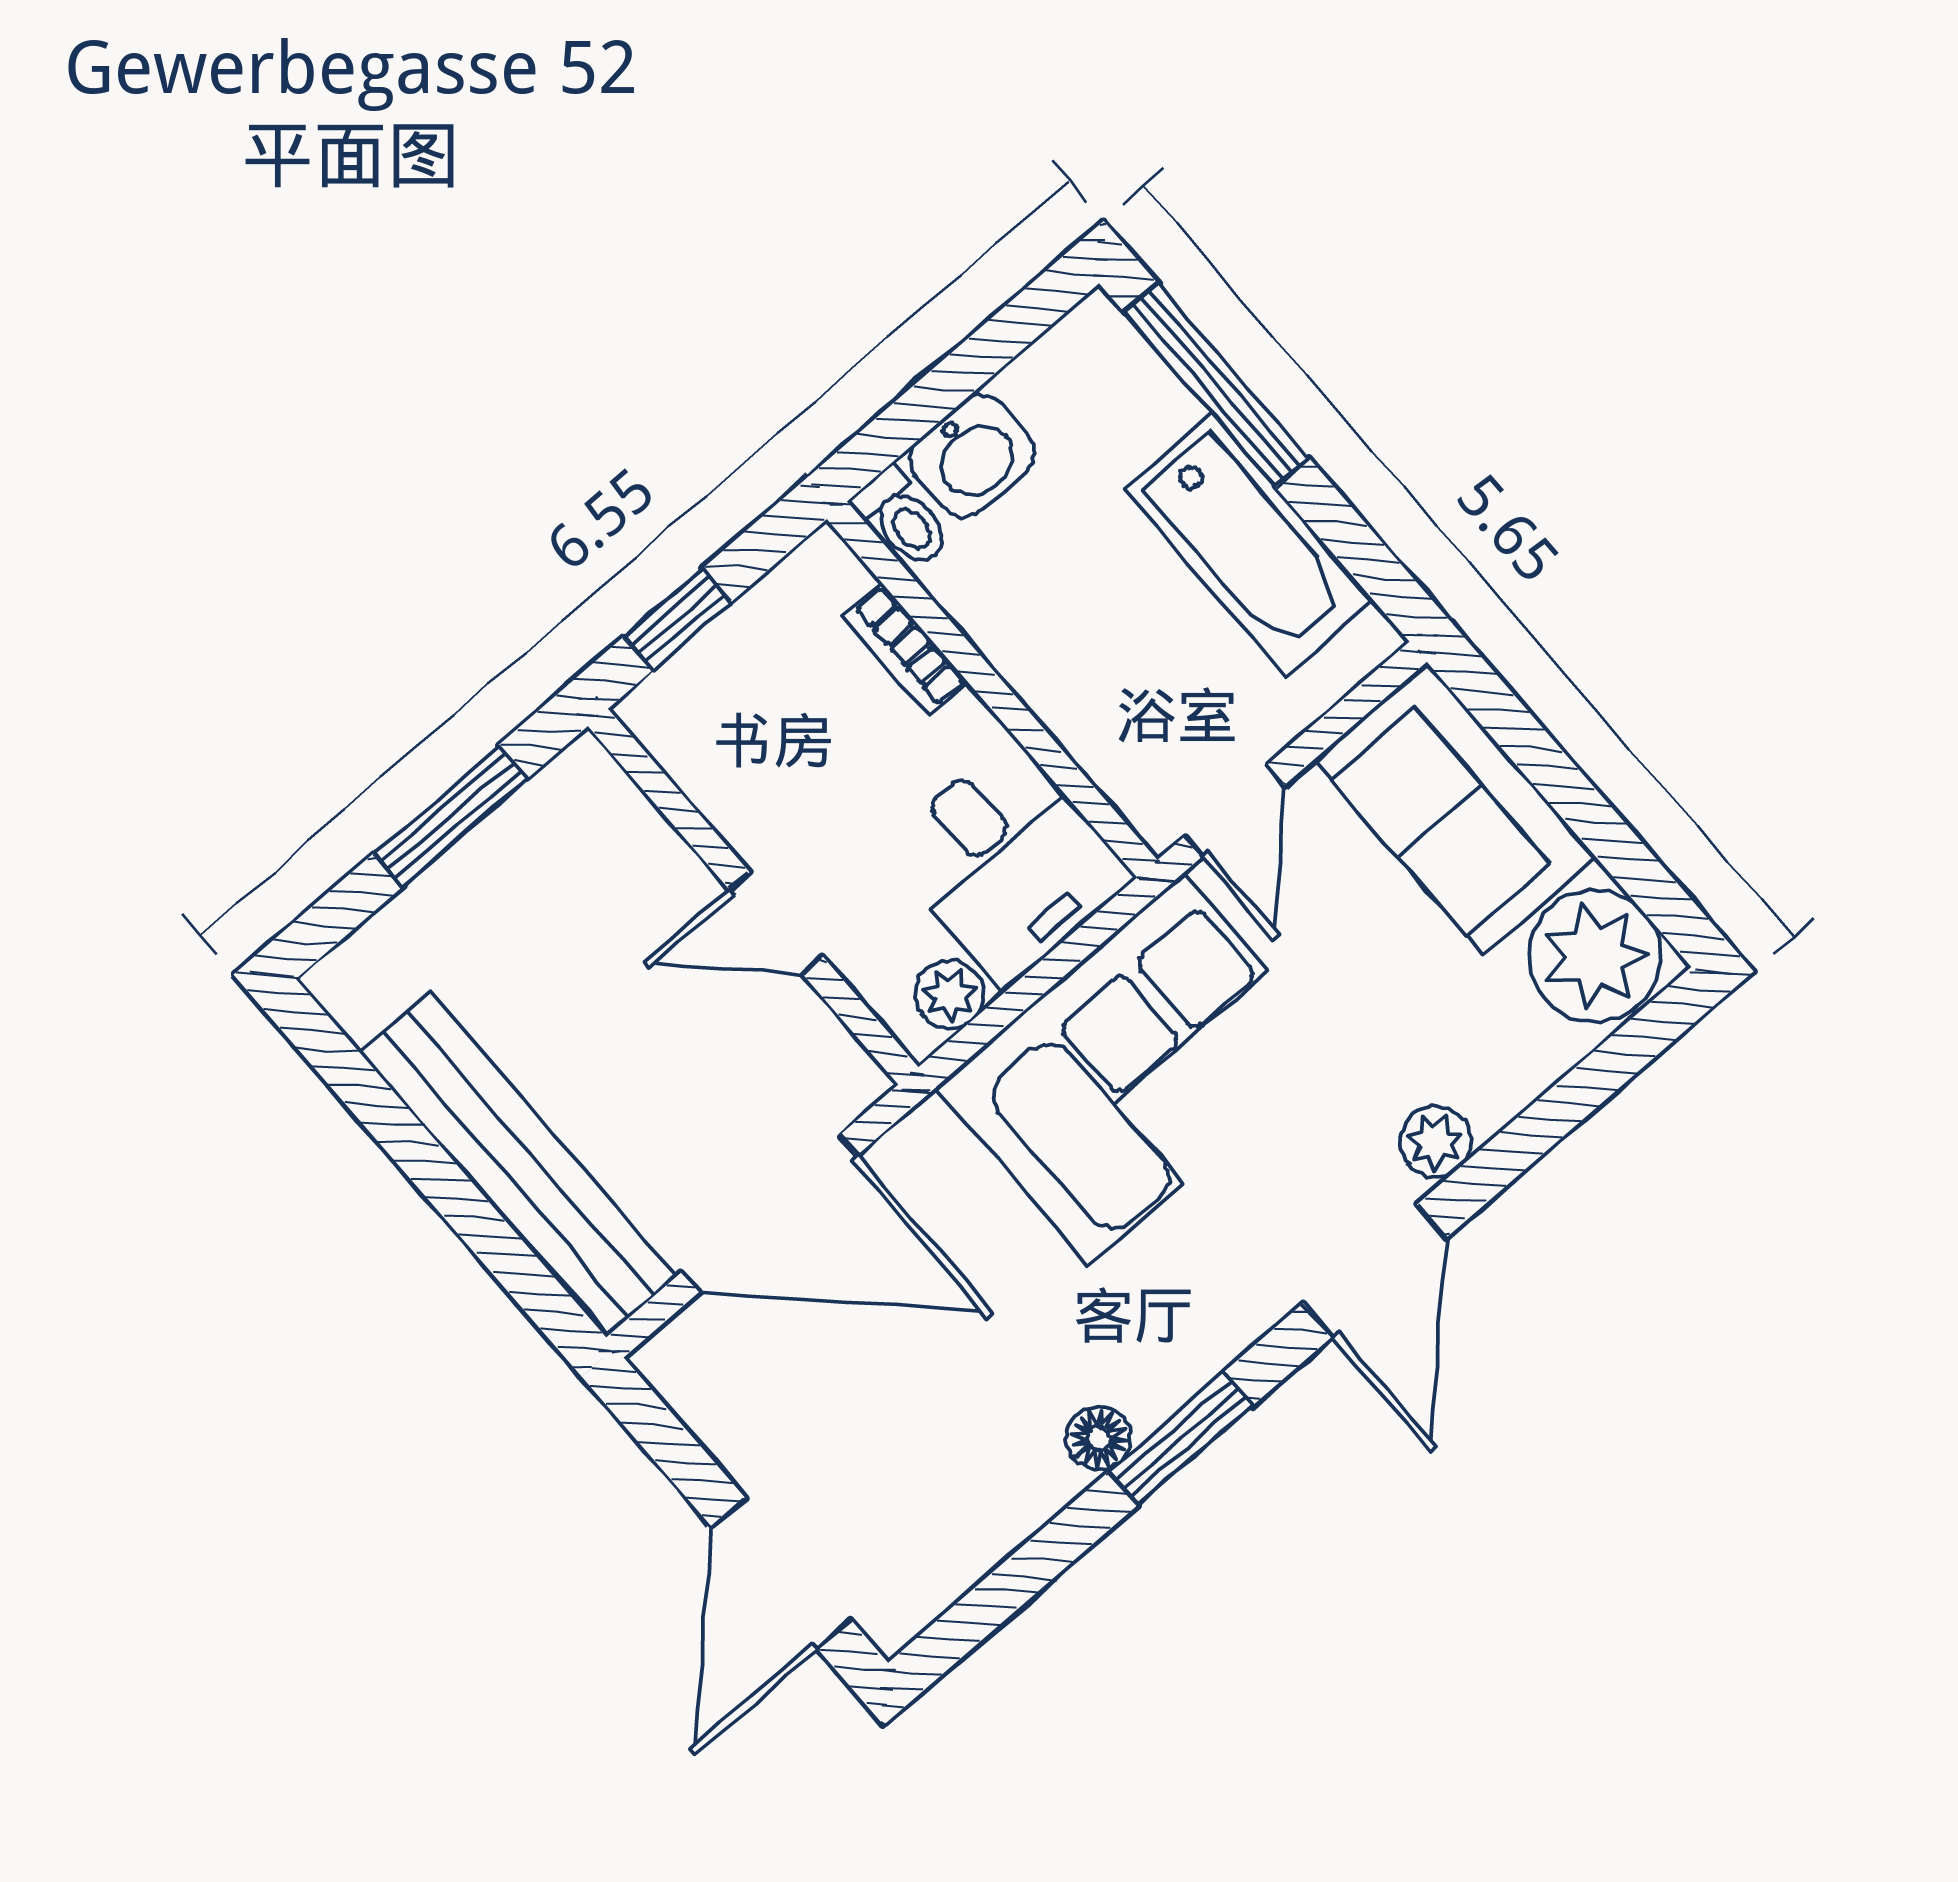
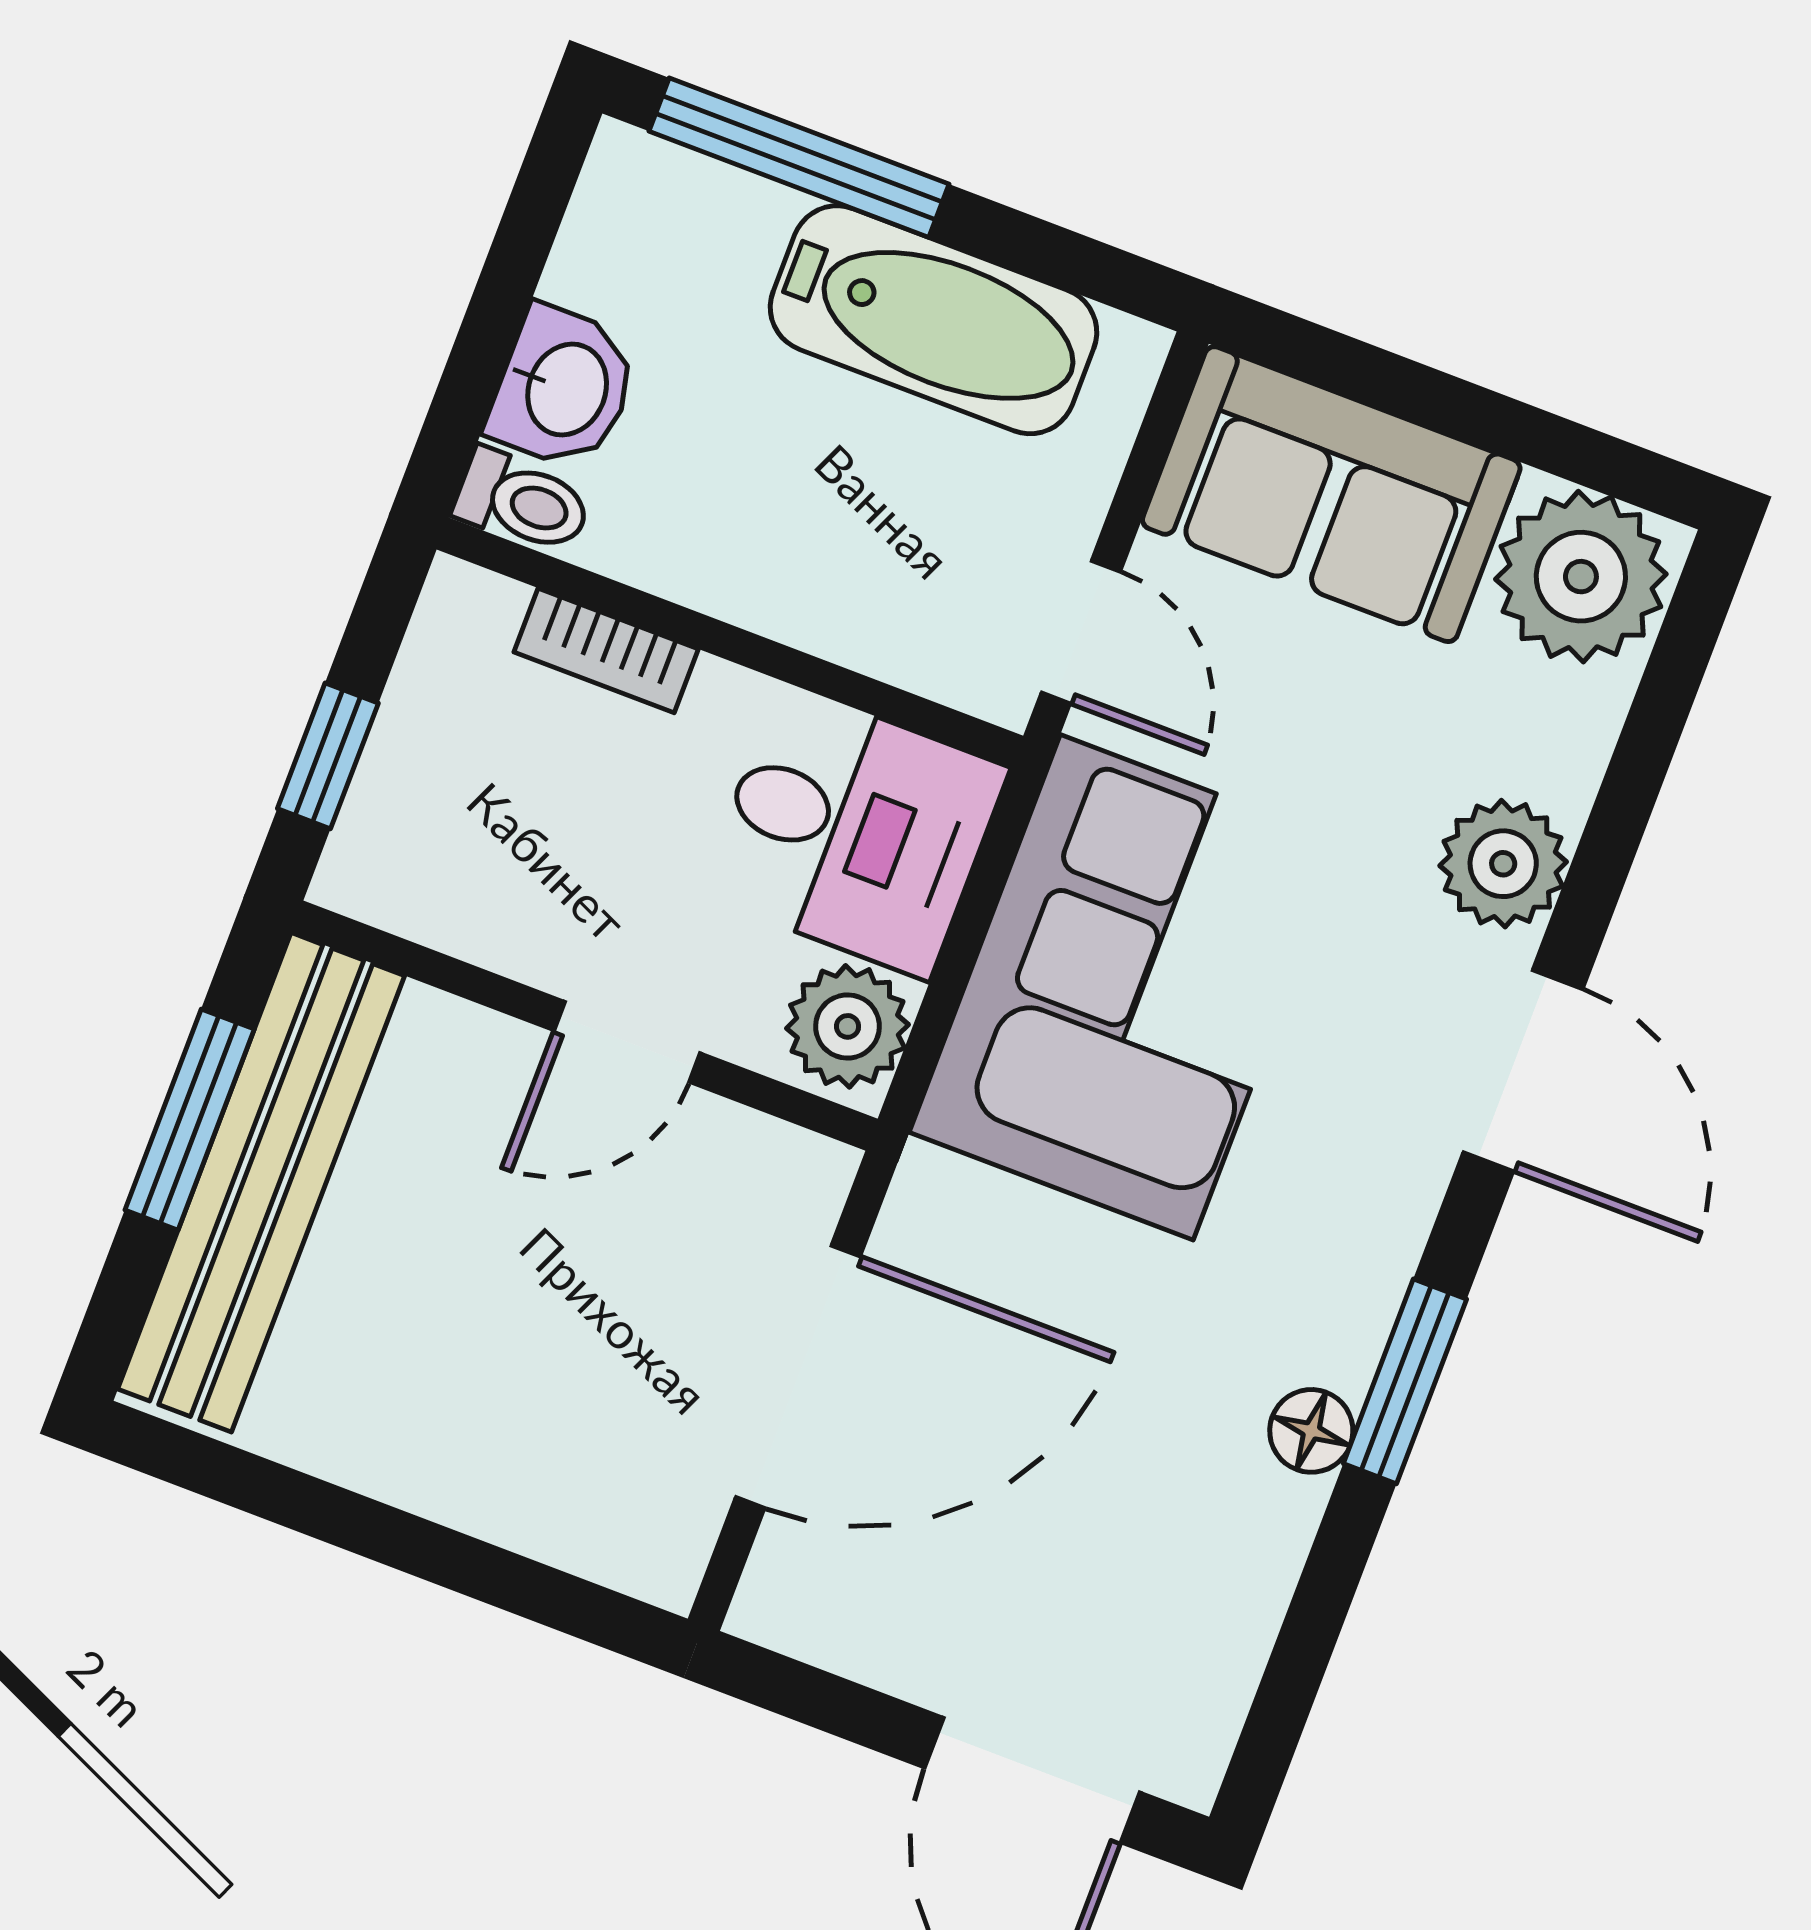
plant: (950, 995) -> (848, 1026), width x1.38, depth x1.38
plant: (1435, 1142) -> (1503, 864), width x1.38, depth x1.38
bench: (518, 1164) -> (261, 1182), moved, turned 90

